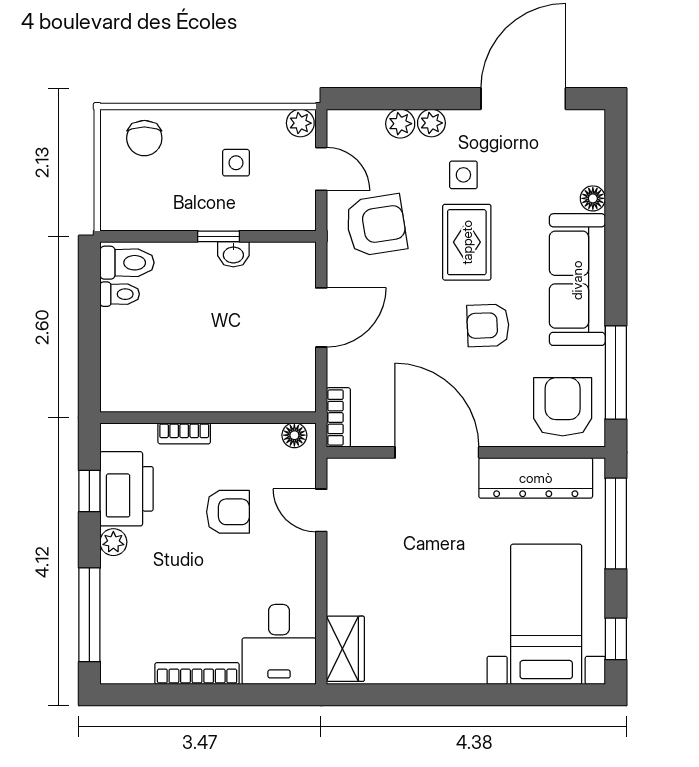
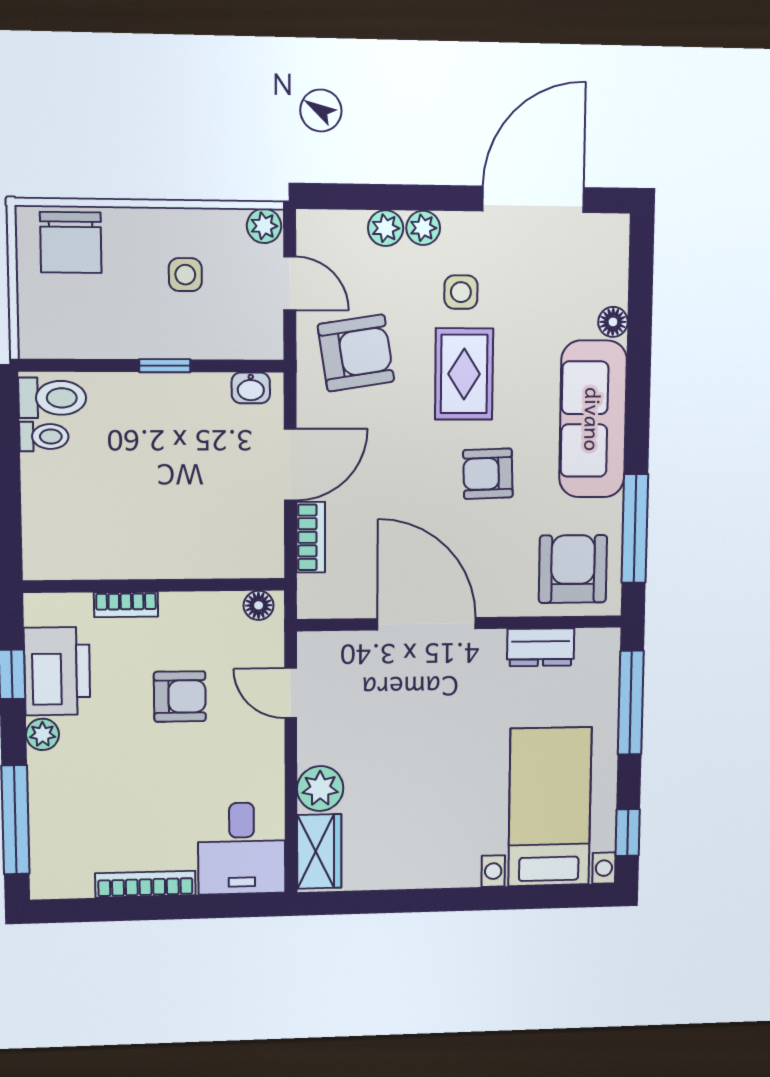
chair: (144, 138) -> (71, 242), width x1.37, depth x1.37
washbasin: (233, 254) -> (251, 388), moved
bookcase: (338, 417) -> (311, 537), moved
dresser: (536, 478) -> (541, 647), width x0.51, depth x0.80
plant: (346, 594) -> (320, 789), added

